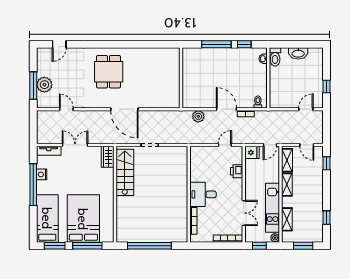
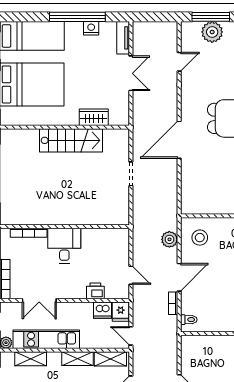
stool: (197, 94) -> (200, 238), added
wardrobe: (108, 157) -> (94, 117), moved
dishwasher: (251, 166) -> (102, 310), added
stairs: (125, 172) -> (71, 140), moved

